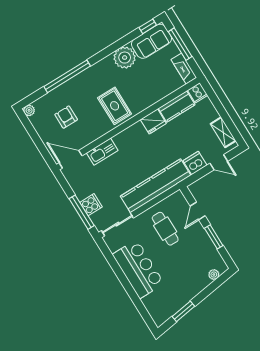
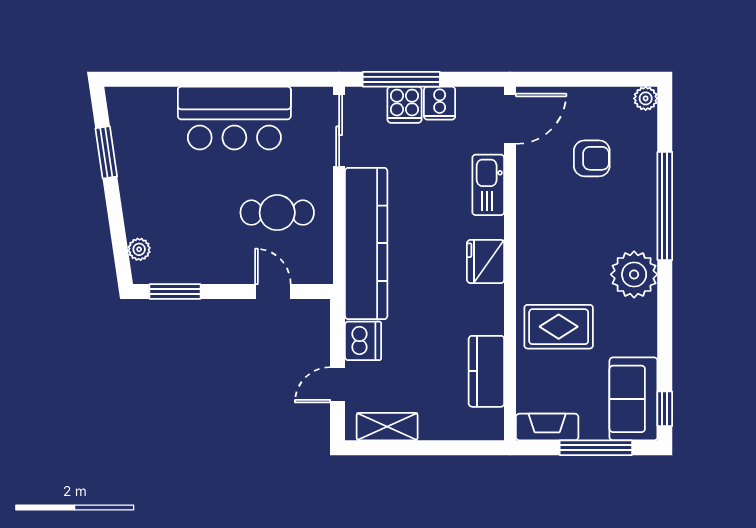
plant: (125, 58) -> (634, 274), moved
cooker: (198, 93) -> (440, 103), moved, turned -90
rug: (115, 106) -> (559, 327), moved
fridge: (153, 121) -> (486, 261), moved
window: (214, 237) -> (175, 292), moved

